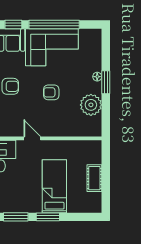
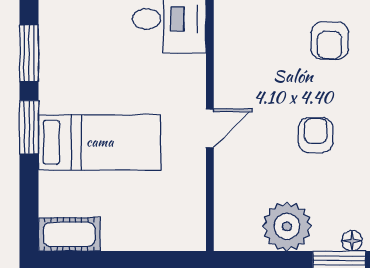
door: (32, 138) -> (210, 128), moved
cot: (94, 178) -> (69, 234), moved

